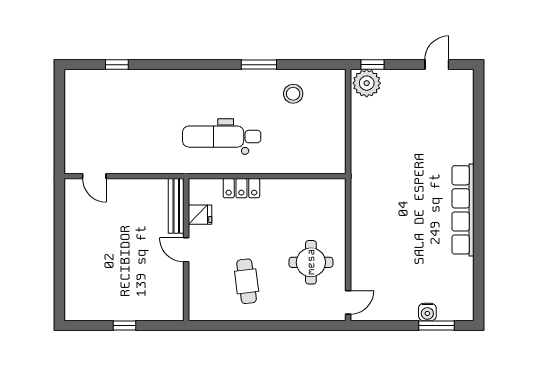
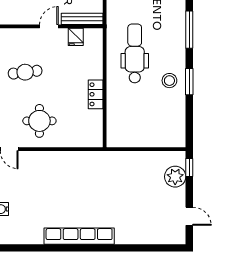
window: (190, 65) -> (189, 30), added
plant: (367, 83) -> (175, 177), moved
stool: (293, 94) -> (169, 81), moved
locker: (241, 188) -> (96, 94), moved

